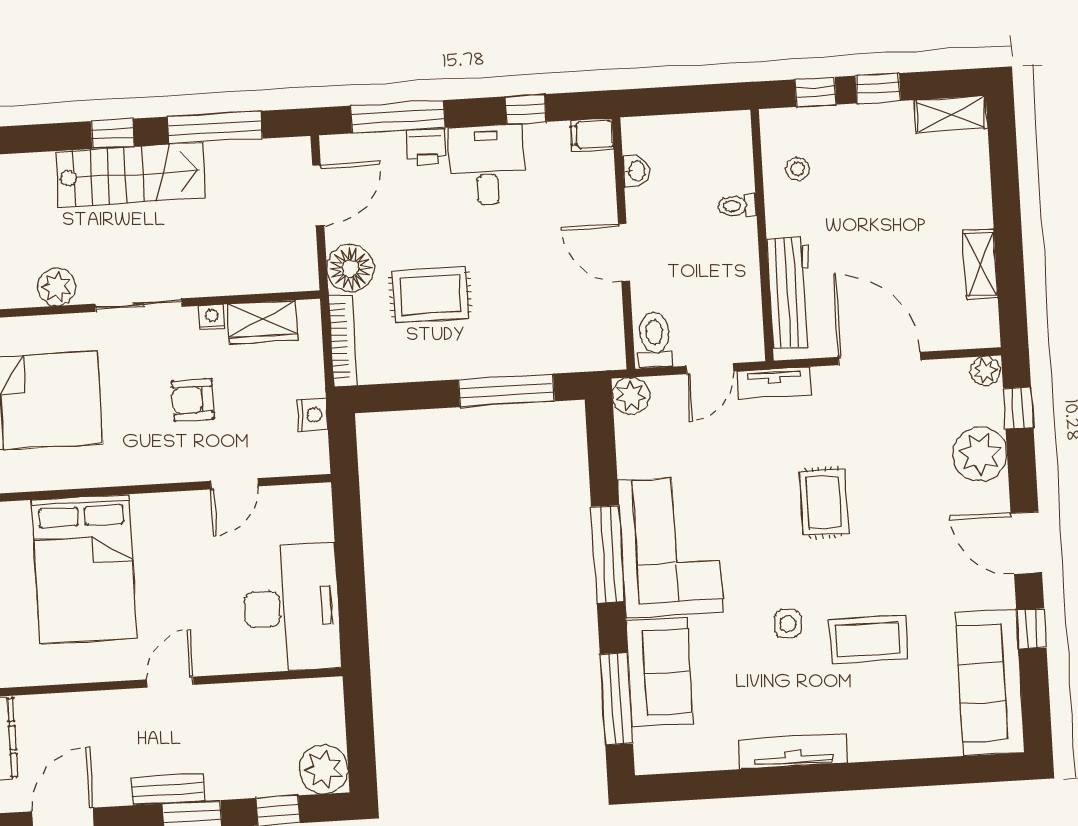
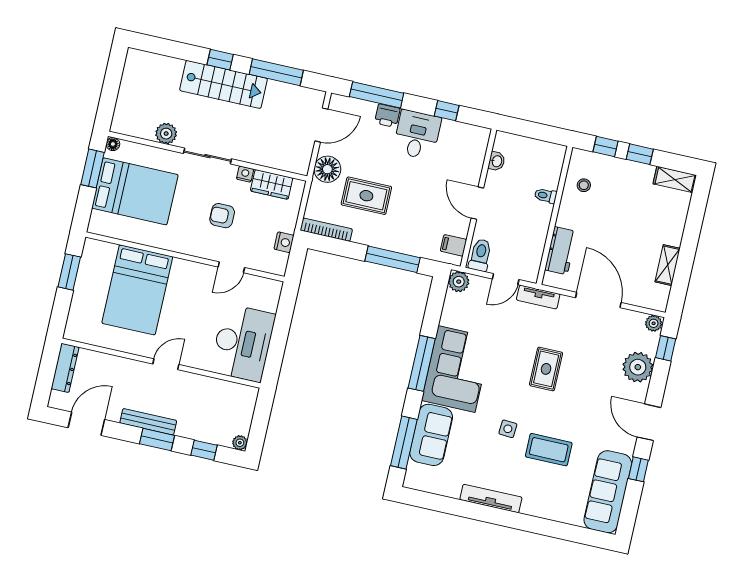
filing cabinet: (592, 135) -> (453, 245), moved
workbench: (790, 293) -> (561, 251), width x0.73
bookcase: (343, 341) -> (326, 230), moved, turned -90
plant: (324, 769) -> (240, 443), width x0.53, depth x0.53
bench: (168, 789) -> (148, 422), width x1.36

